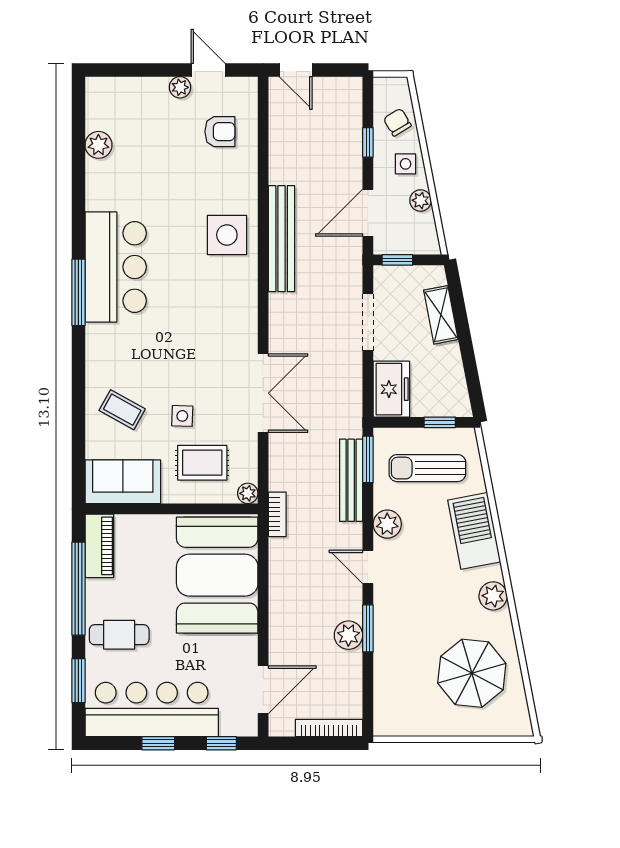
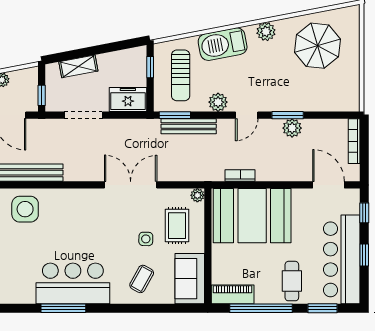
bar counter: (116, 267) -> (73, 283), moved
bookcase: (277, 514) -> (240, 176), moved

